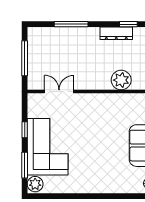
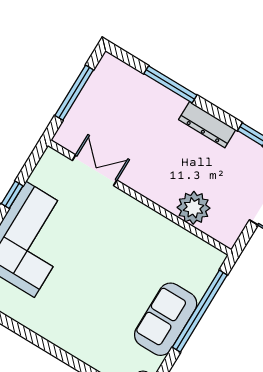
dresser: (116, 33) -> (207, 125), moved

